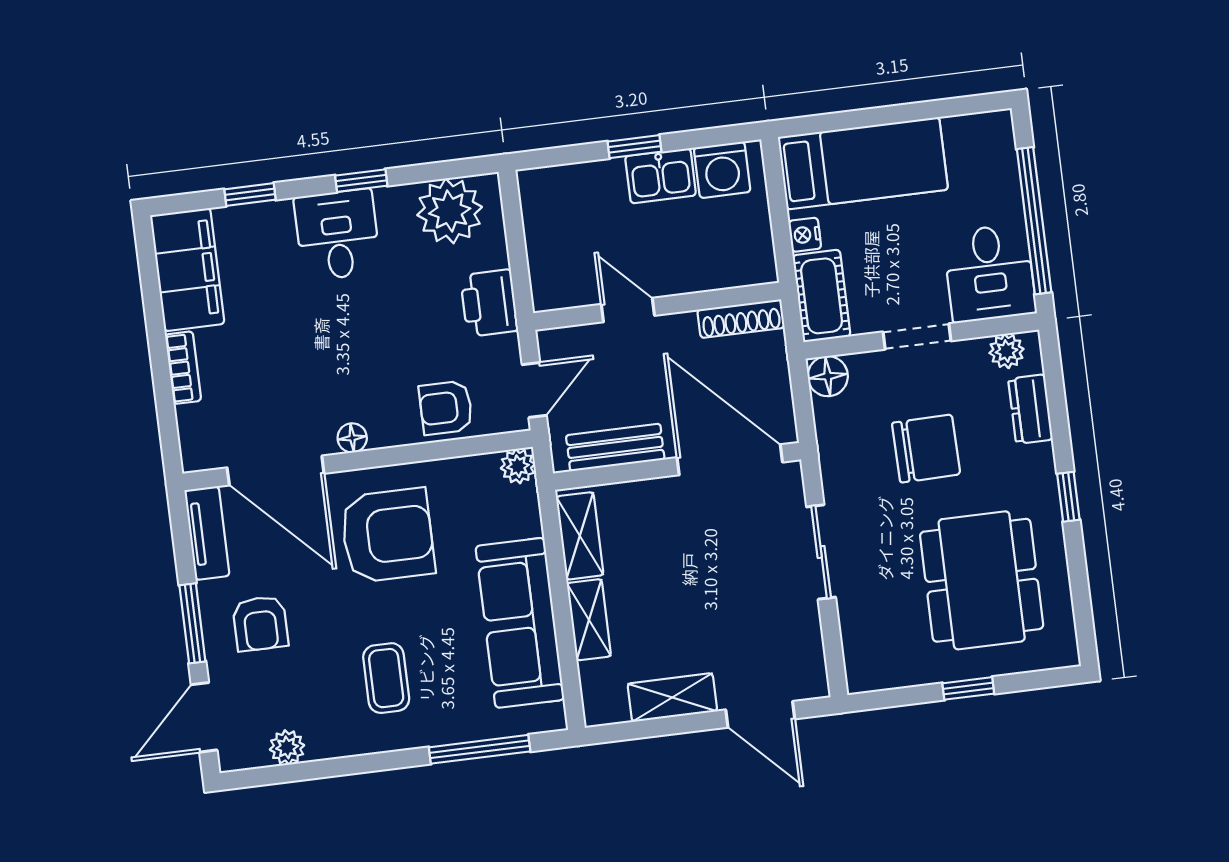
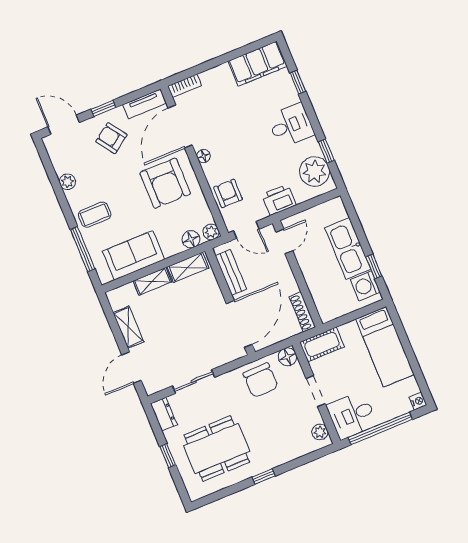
window: (635, 147) -> (374, 266), moved
kitchen sink: (661, 176) -> (348, 249), width x1.88, depth x1.24
window: (361, 181) -> (326, 151), moved
nightstand: (805, 235) -> (418, 401), moved, turned 90
door: (628, 310) -> (284, 241), moved
bookcase: (183, 368) -> (185, 86), moved
dresser: (1030, 409) -> (164, 414), moved, turned 90
chair: (926, 449) -> (261, 380), moved
floor lamp: (522, 513) -> (191, 239), added
sliding door: (821, 552) -> (194, 382), moved
window: (192, 623) -> (103, 108), width x0.67
armchair: (260, 623) -> (111, 138), turned 55
sofa: (520, 623) -> (134, 255), width x0.73
coffee table: (386, 678) -> (95, 215), moved
plant: (287, 747) -> (67, 182), moved

